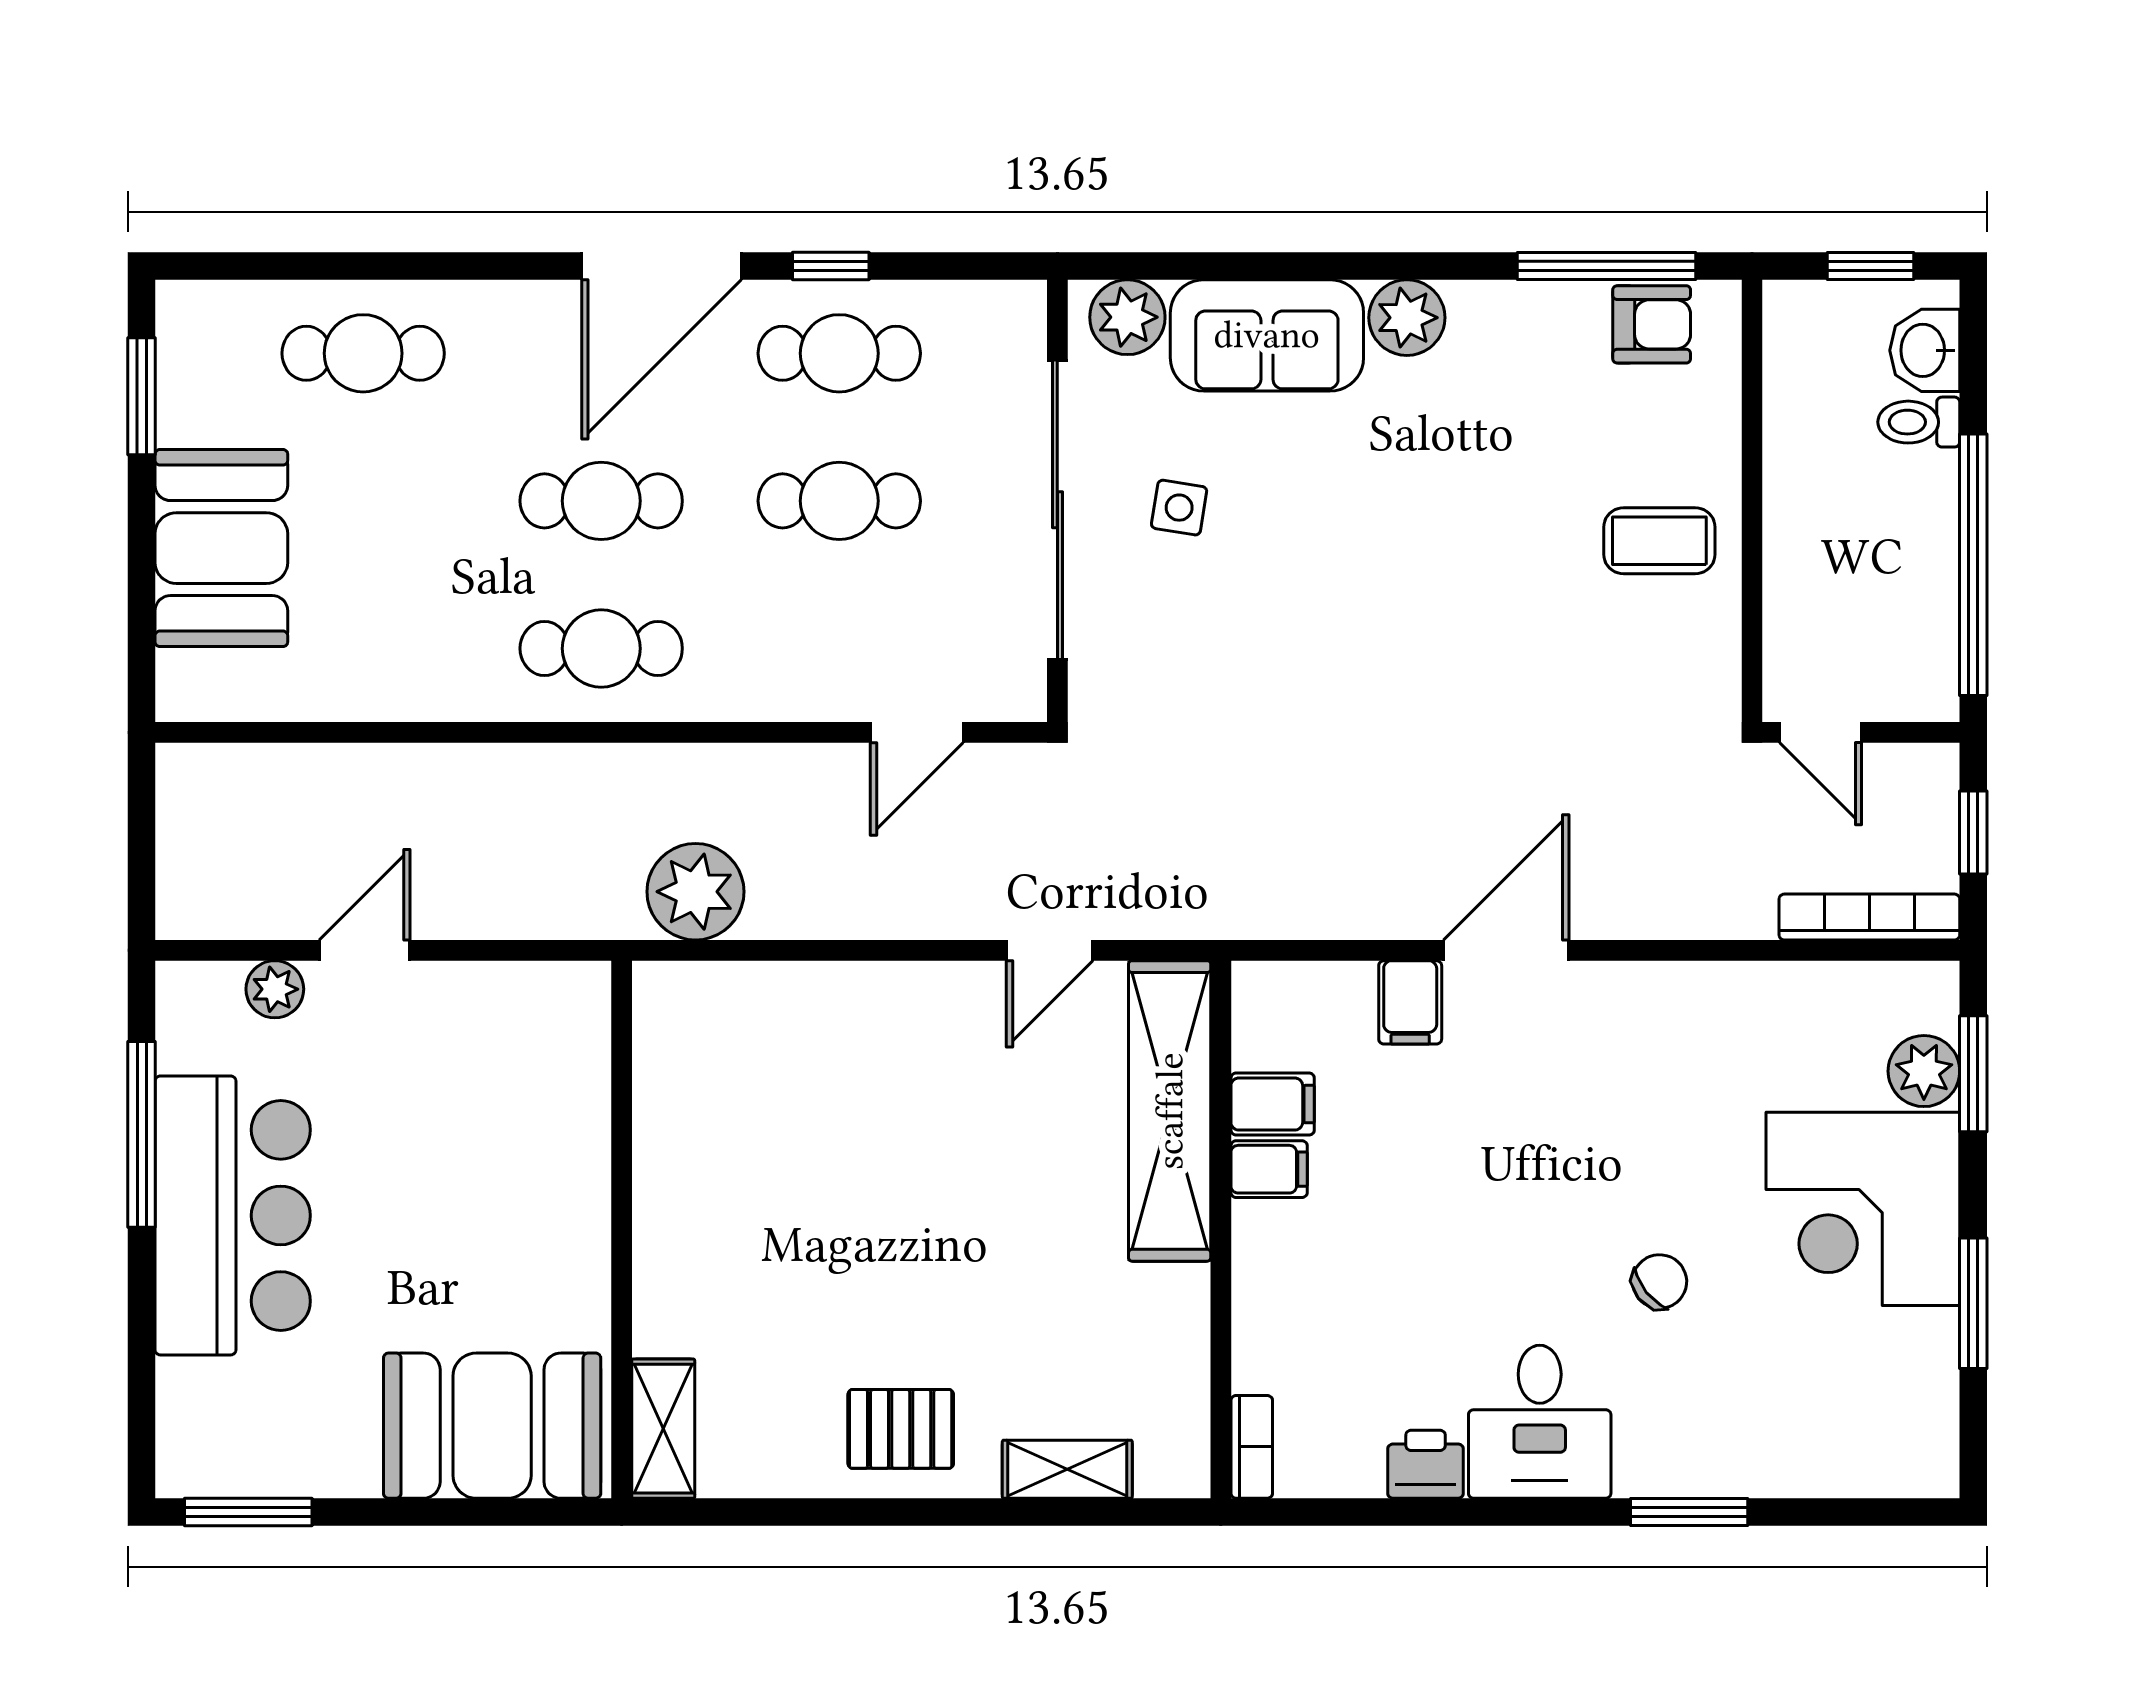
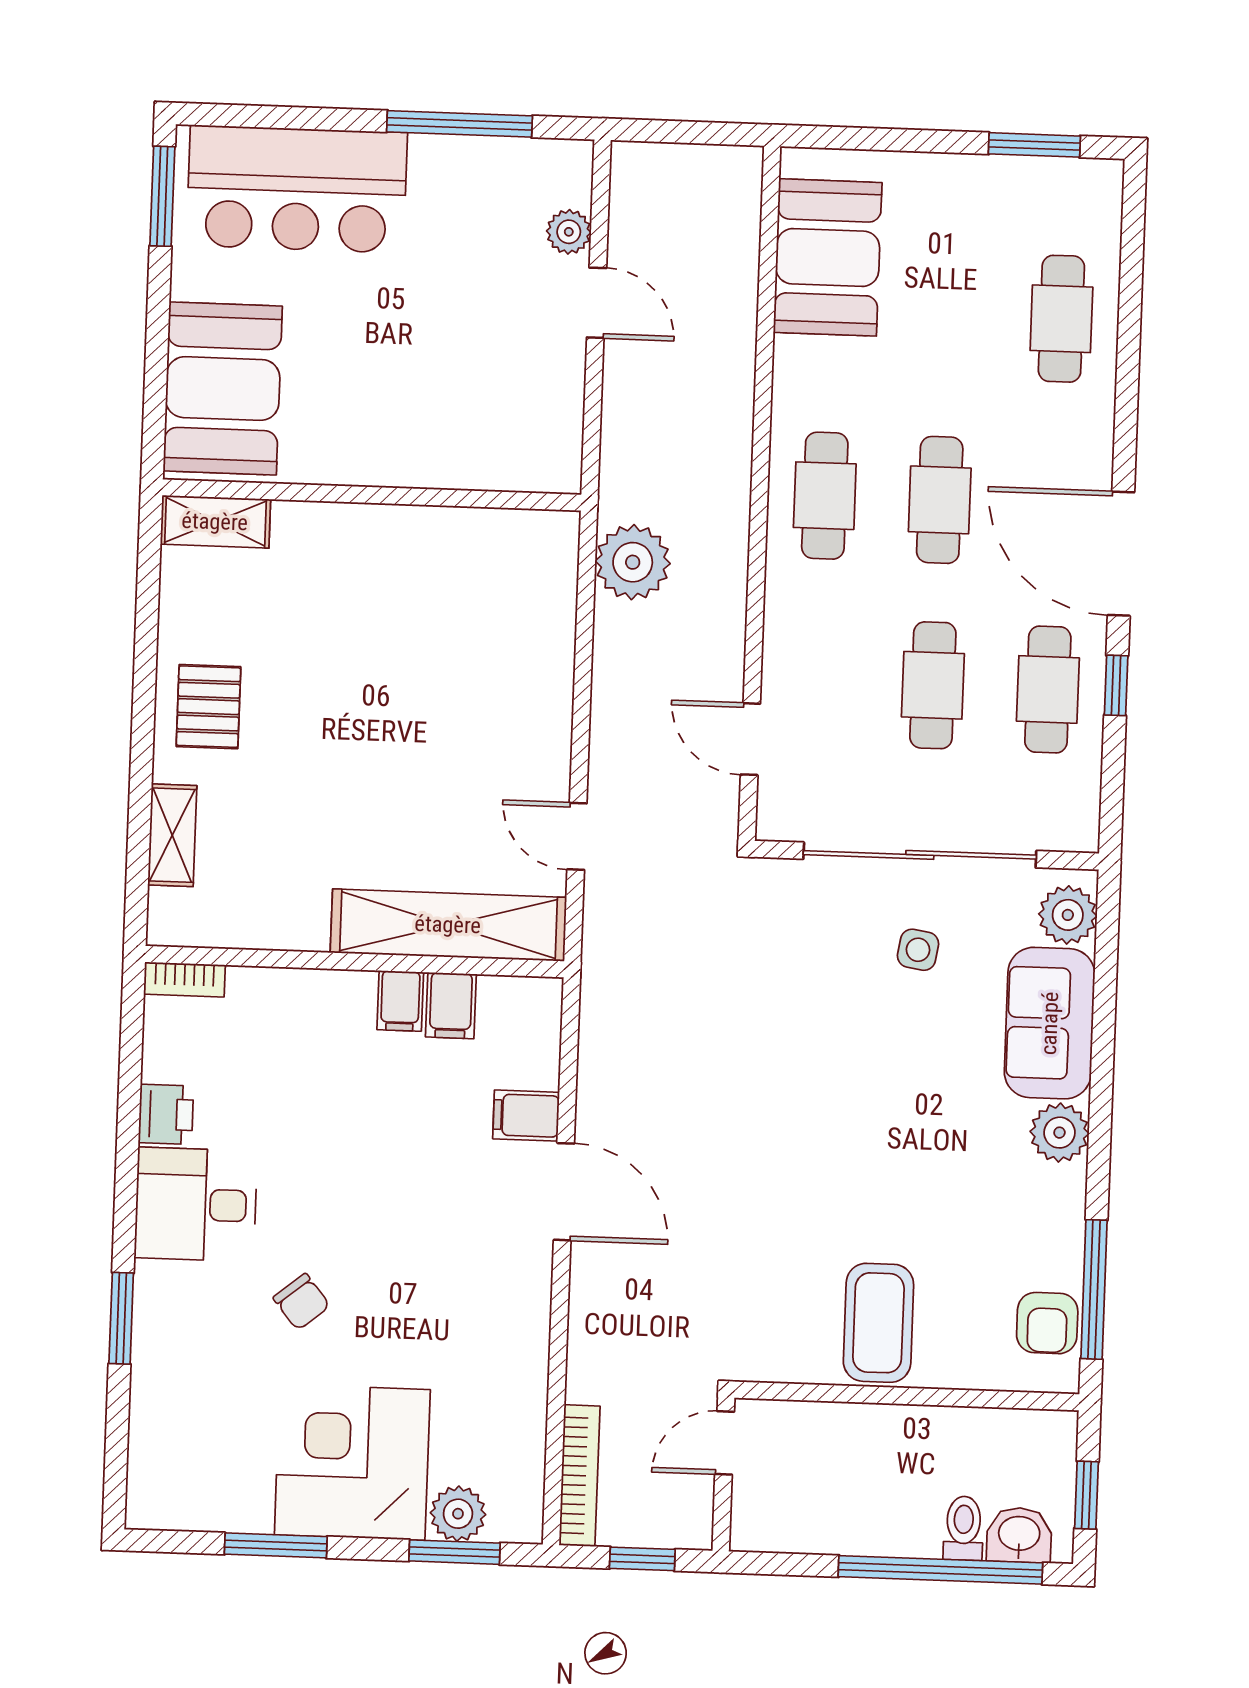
coffee table: (1659, 541) -> (878, 1323), width x1.36, depth x1.30
booth: (221, 548) -> (828, 257), moved, turned 90
window: (1973, 565) -> (940, 1570), moved
bar counter: (233, 1215) -> (297, 189), moved

